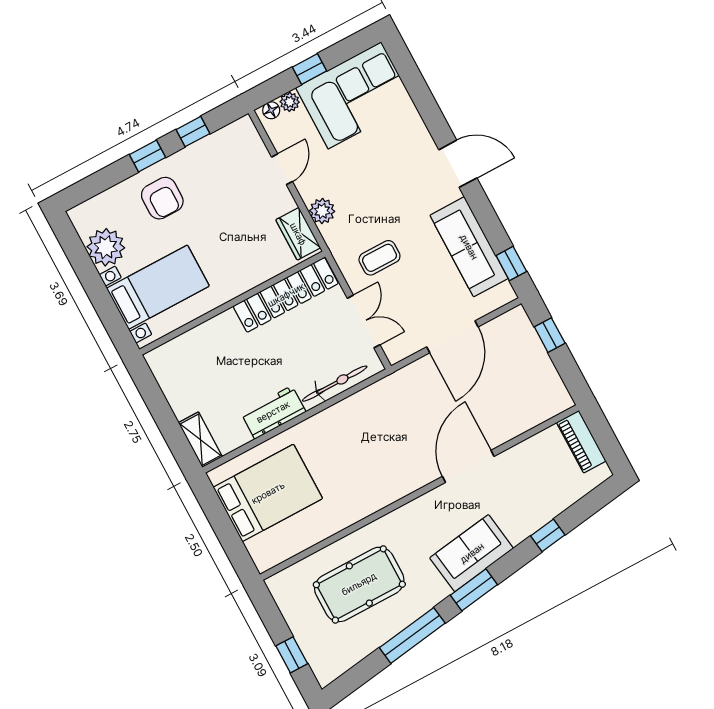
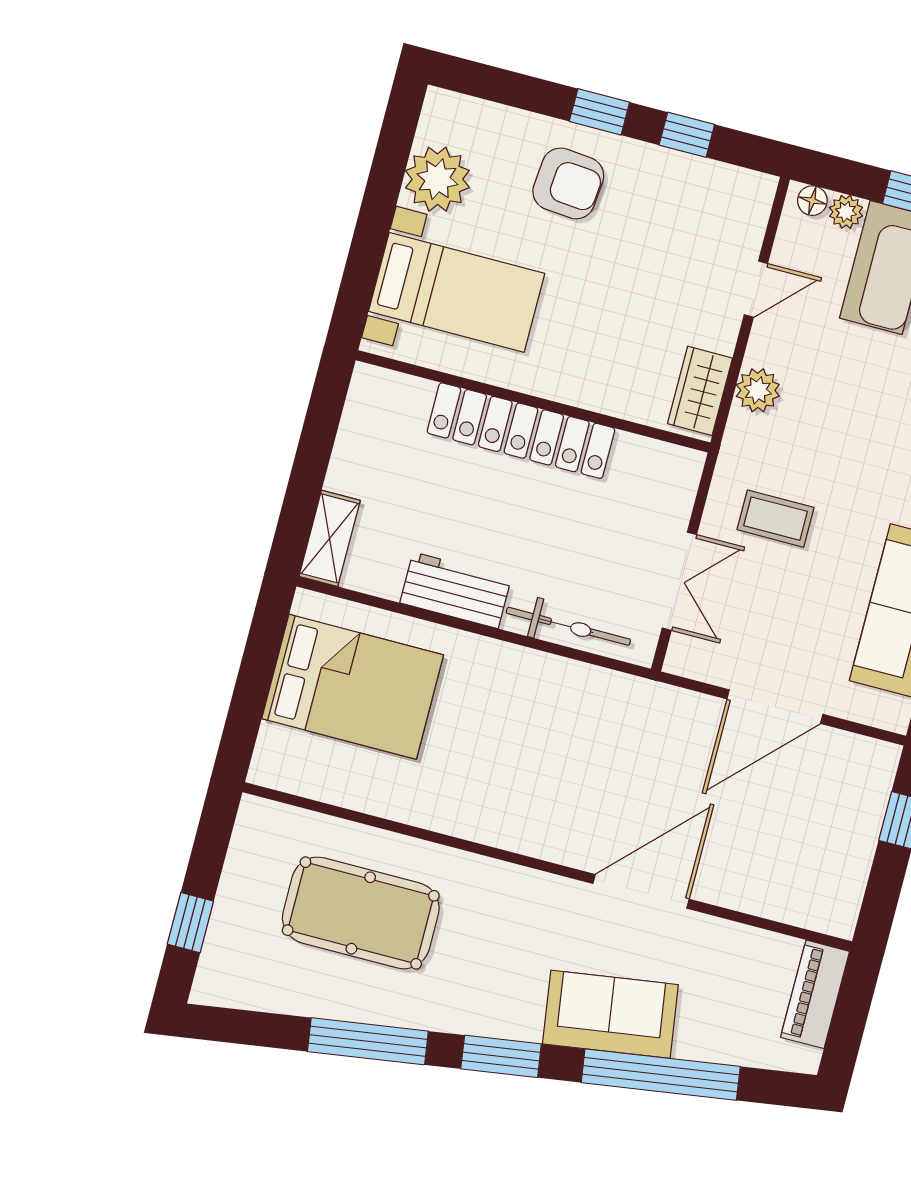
armchair: (162, 198) -> (568, 183), turned -85
locker: (286, 295) -> (521, 431), moved
window: (548, 535) -> (661, 1075), width x3.17
sofa: (472, 553) -> (610, 1014), moved

